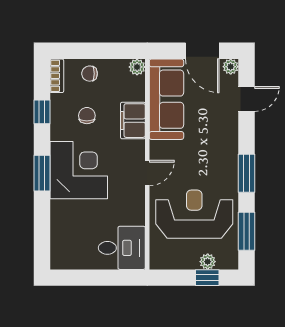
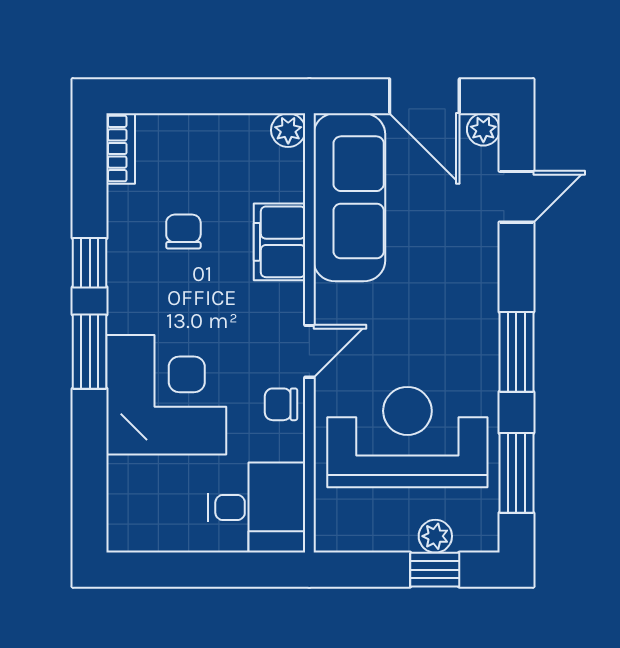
chair: (90, 74) -> (281, 404), moved
window: (42, 112) -> (90, 263), moved
corner desk: (79, 170) -> (166, 395), moved

